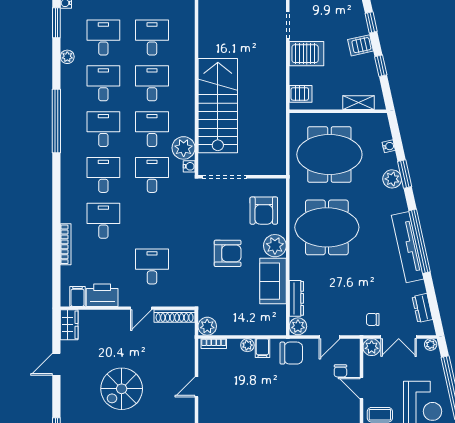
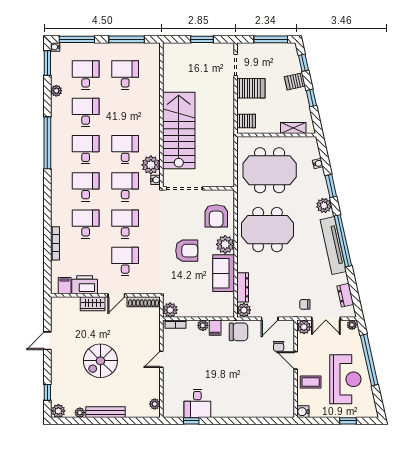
desk: (152, 83) -> (125, 224), moved
plant: (392, 179) -> (324, 205), moved
wardrobe: (69, 325) -> (93, 304), moved, turned 90

